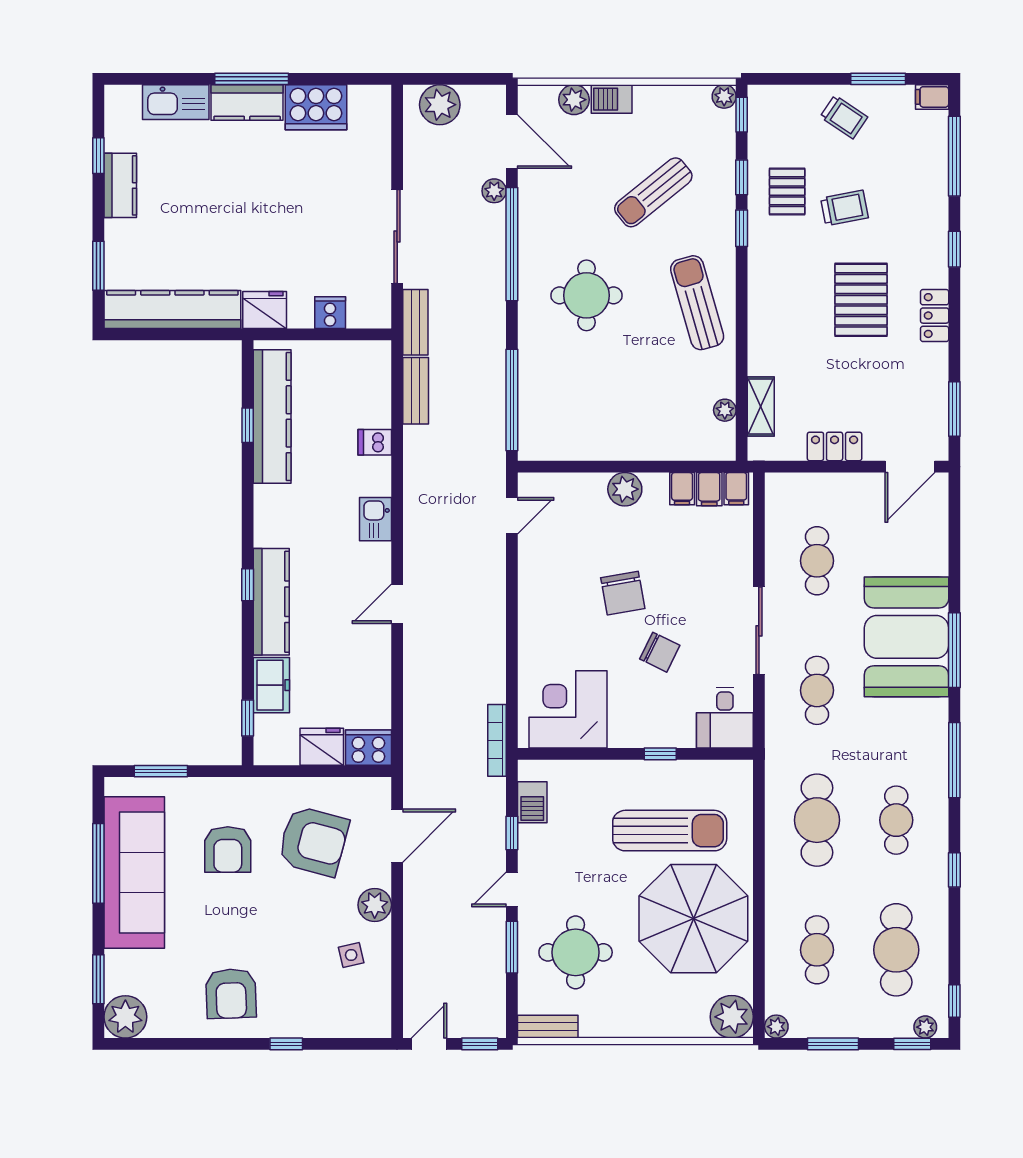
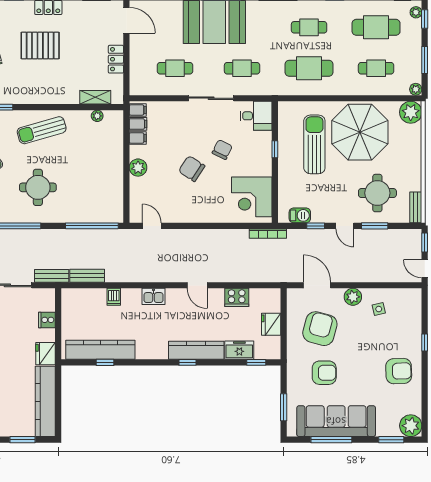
chair: (623, 593) -> (192, 169), turned -137
cooker: (368, 748) -> (237, 297), moved, turned -90

